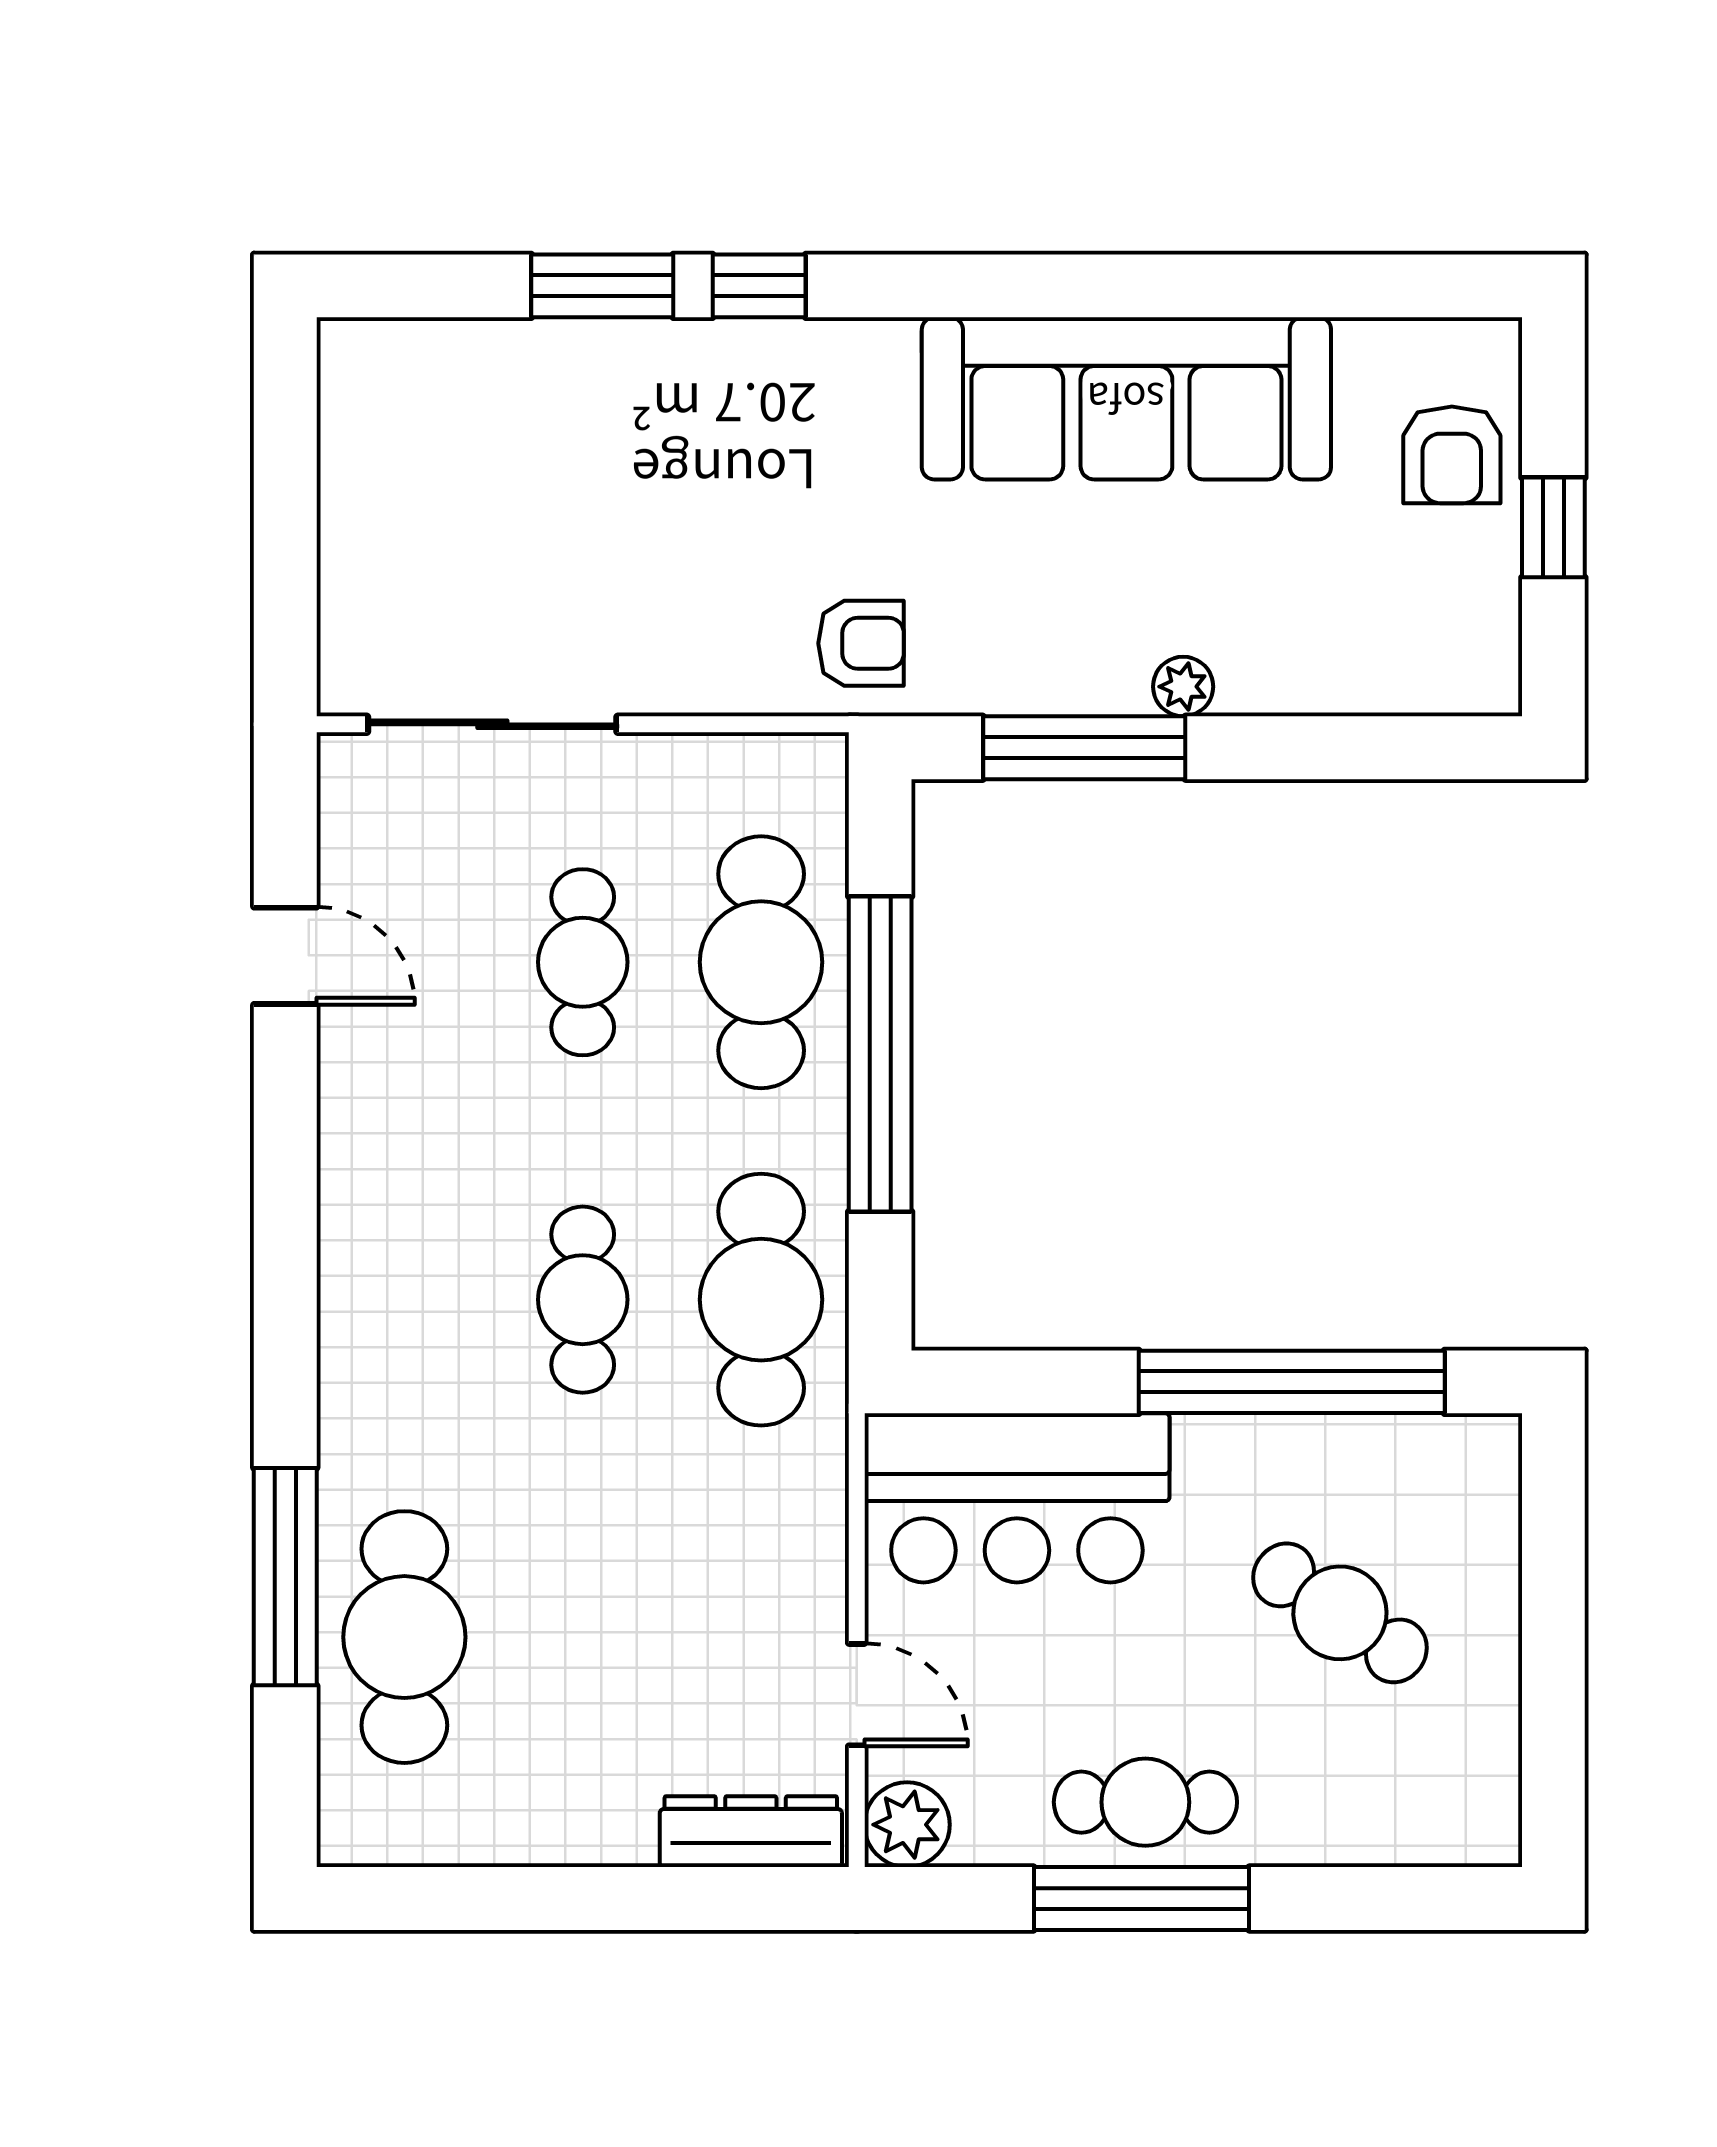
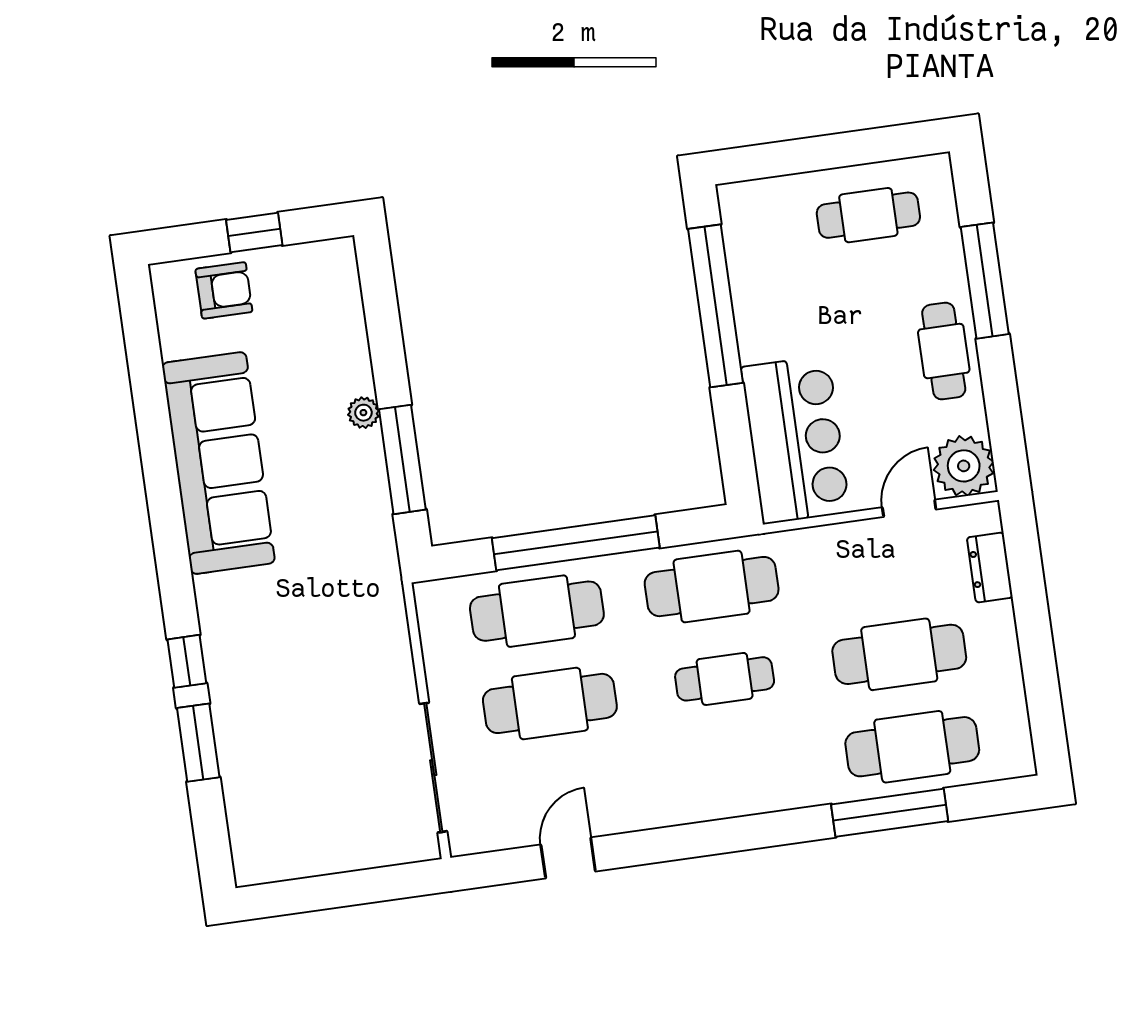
armchair: (861, 643) -> (364, 583), removed
cafe table: (583, 962) -> (550, 703), width x1.37, depth x1.35
cafe table: (1340, 1613) -> (868, 215), moved, turned 56
cafe table: (583, 1637) -> (899, 654), added
plant: (907, 1825) -> (964, 466), width x1.36, depth x1.36
dresser: (751, 1832) -> (990, 568), width x0.70
window: (1141, 1899) -> (985, 281), moved

